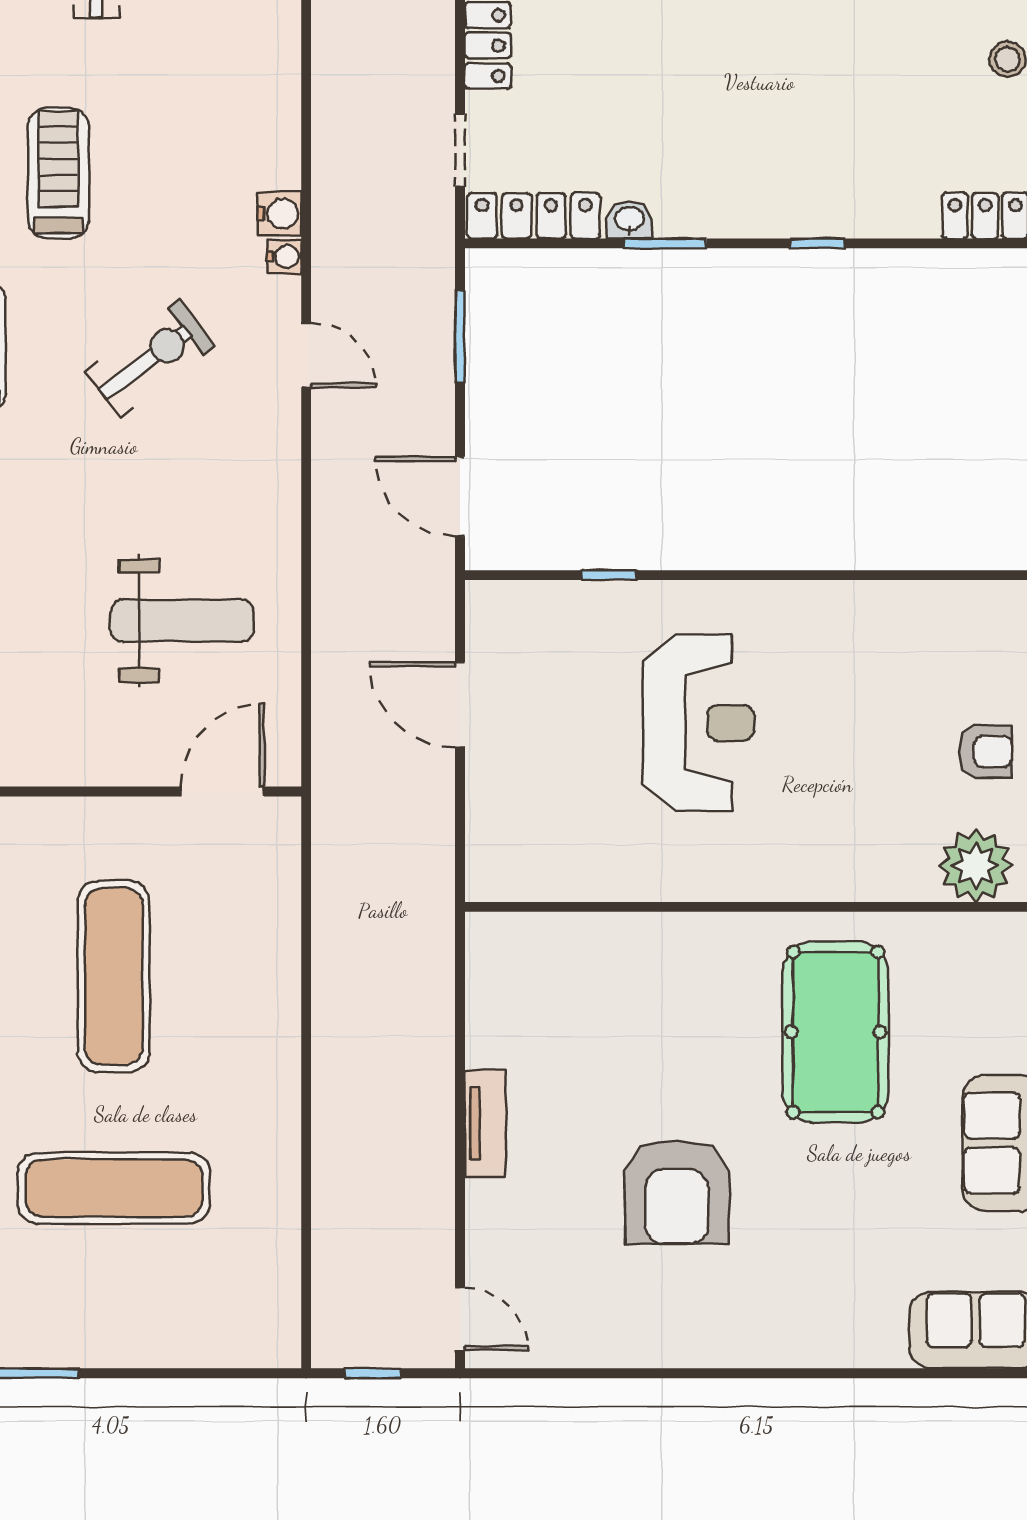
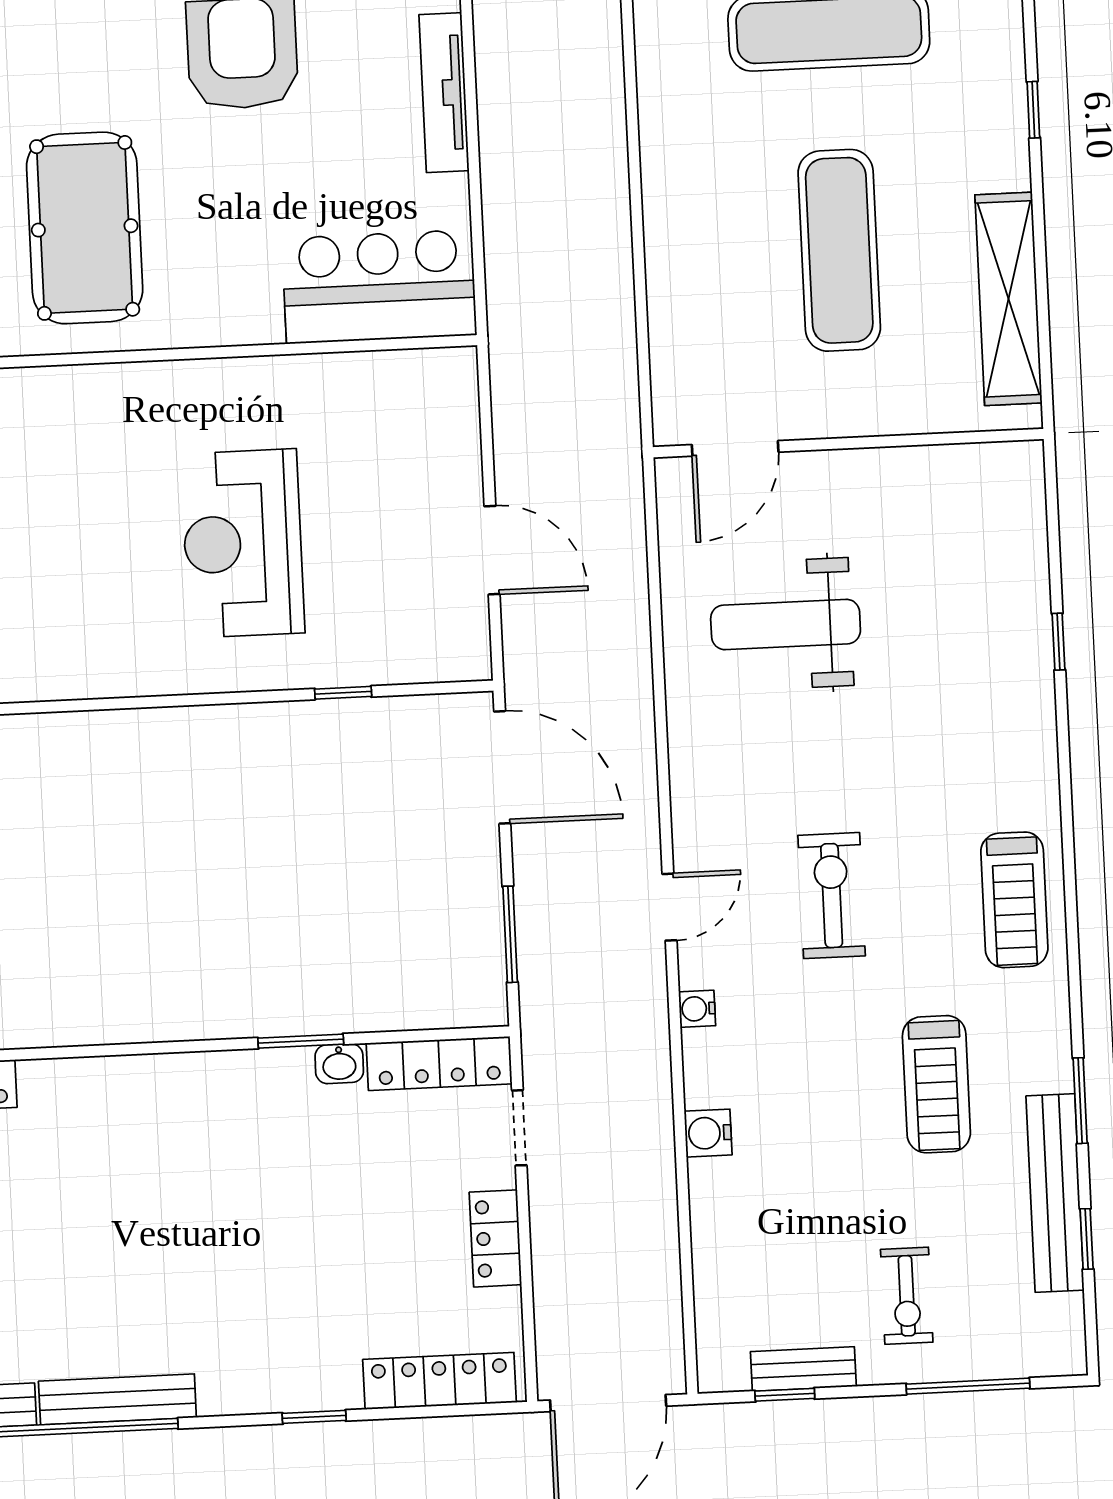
water cooler: (279, 214) -> (708, 1133), moved
window: (818, 243) -> (142, 1049), removed
door: (306, 355) -> (669, 907), swing flipped
exercise bike: (150, 359) -> (832, 896), turned 127
door: (460, 496) -> (502, 767), width x1.36
bar counter: (556, 962) -> (379, 287), added
tv unit: (485, 1123) -> (444, 93), width x1.41

